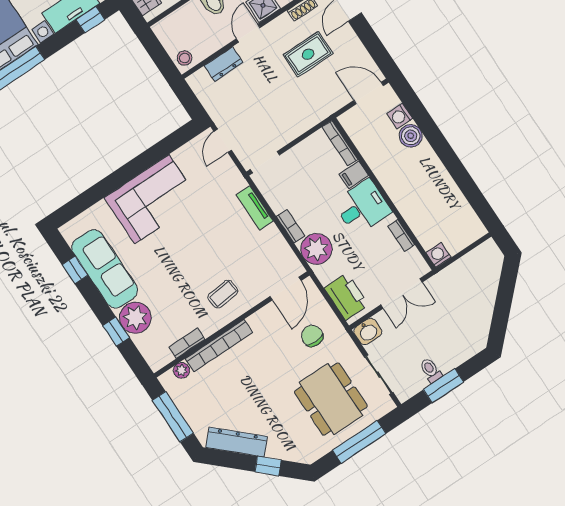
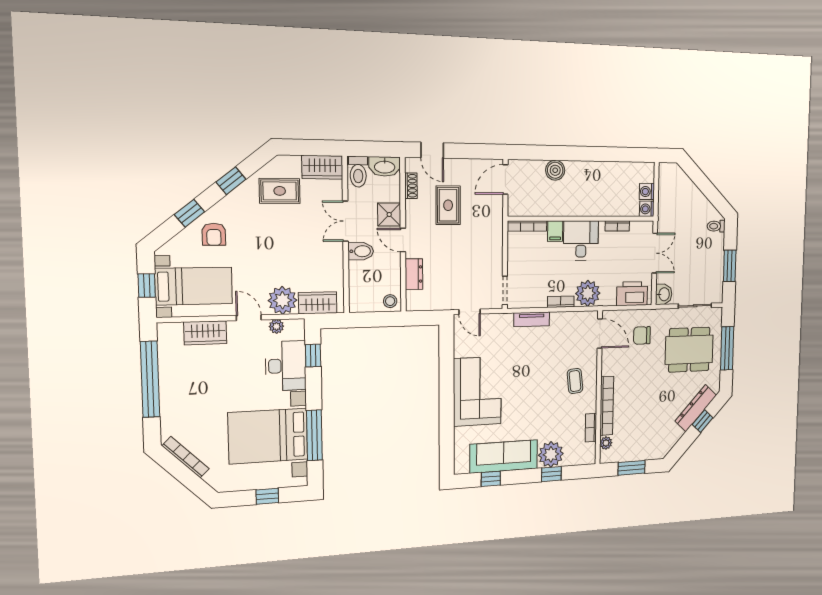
washing machine: (400, 116) -> (647, 192), moved, turned 90
toilet: (431, 370) -> (716, 226), moved
window: (173, 417) -> (632, 468), width x0.69
dresser: (237, 442) -> (696, 408), moved

